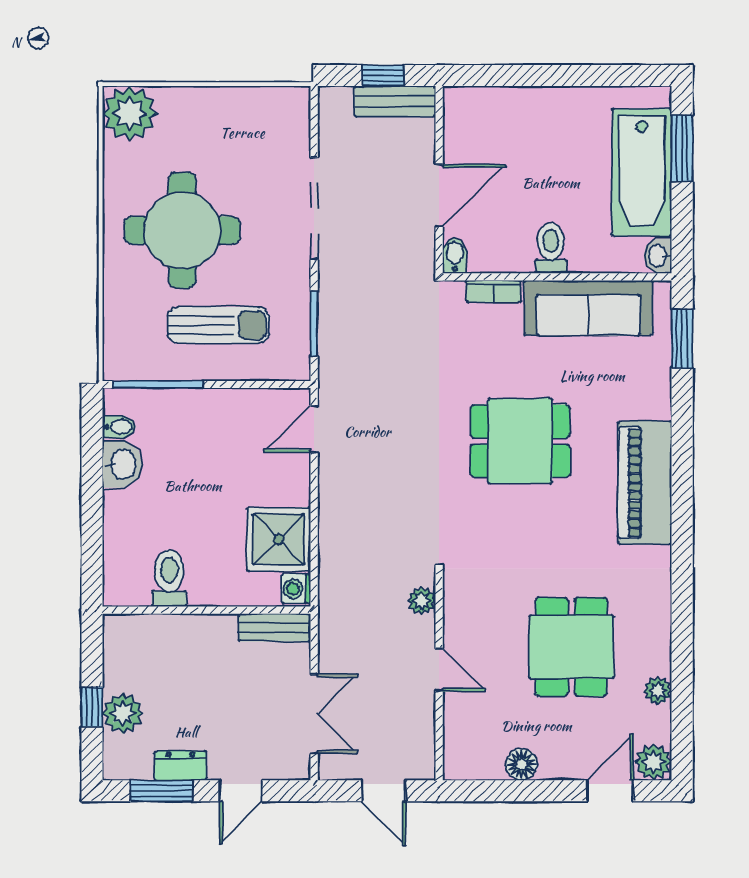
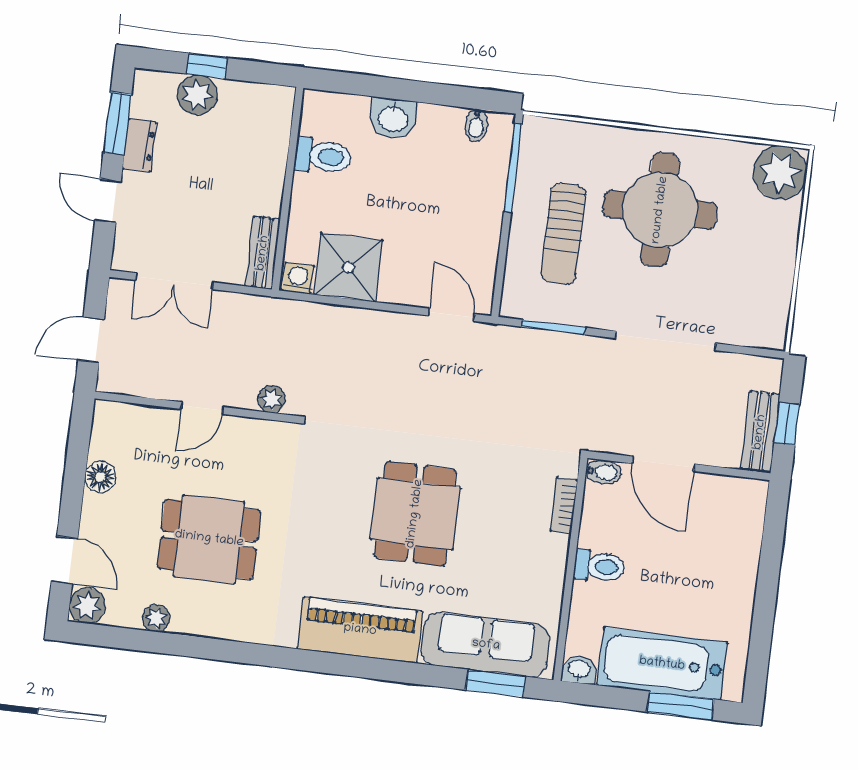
sofa: (588, 308) -> (486, 645), moved, turned 90
washbasin: (122, 464) -> (393, 118), moved

